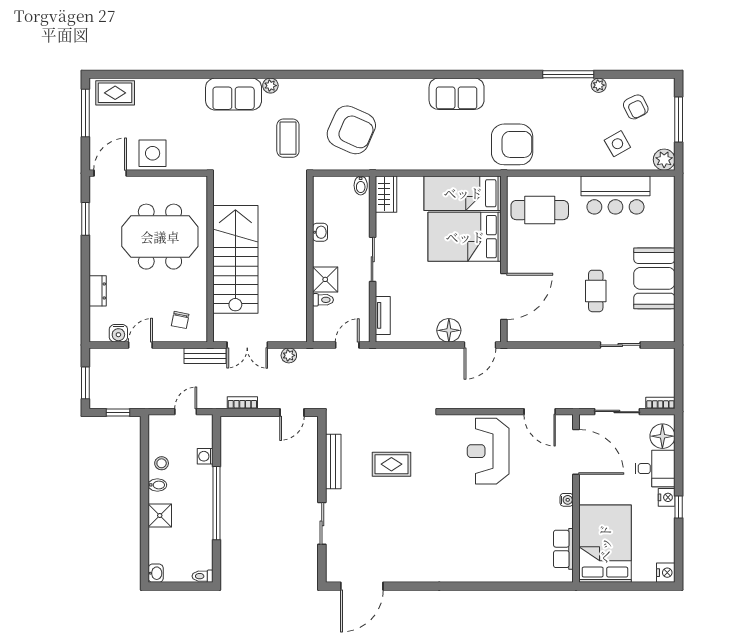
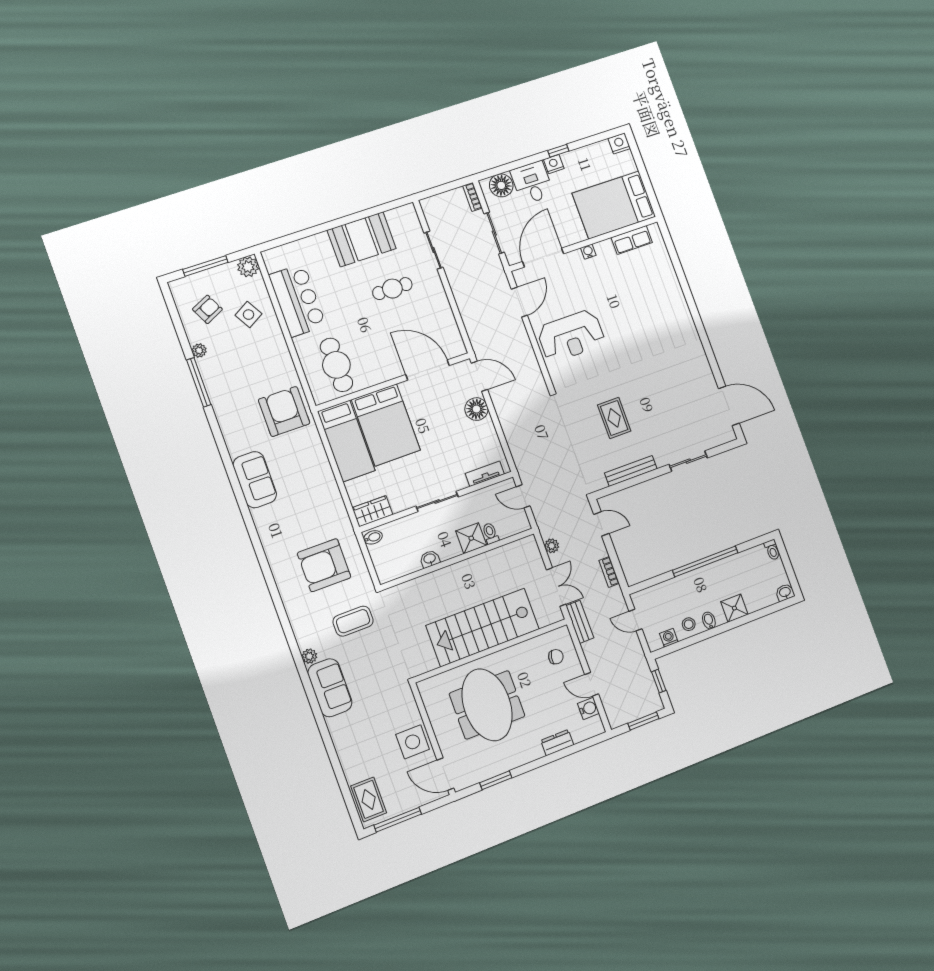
armchair: (351, 130) -> (324, 565), turned -114
washing machine: (205, 456) -> (669, 638), moved, turned 180

